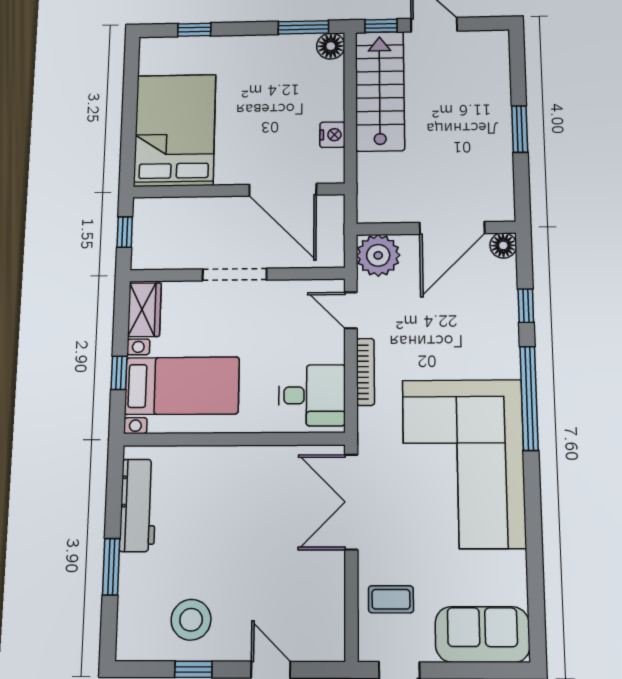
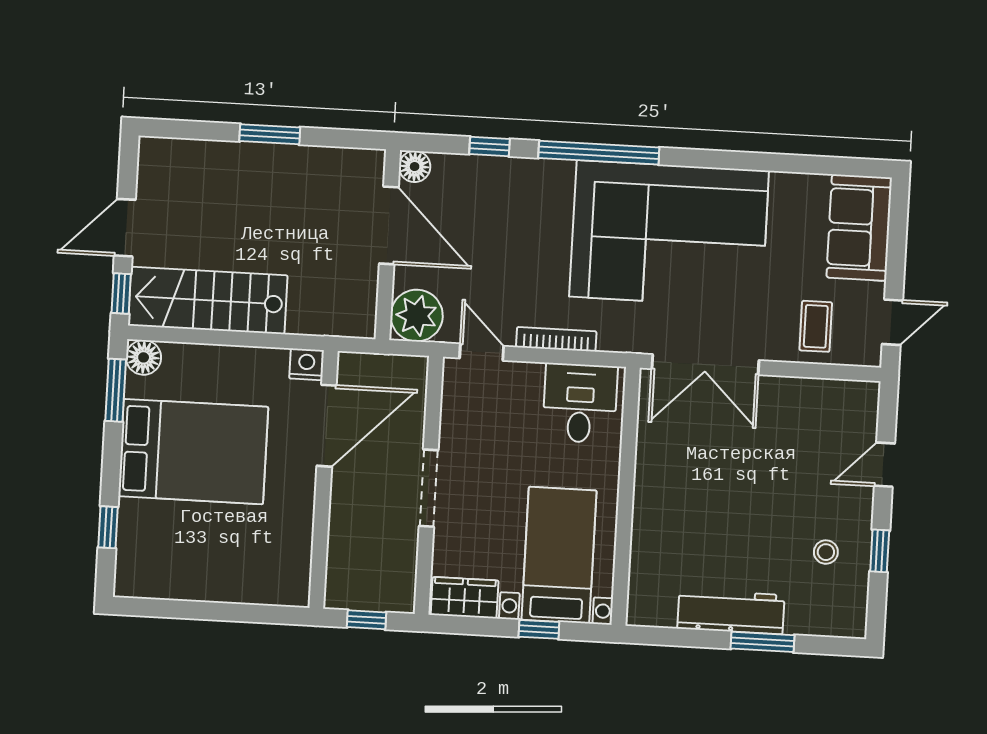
bed: (175, 130) -> (193, 452), moved, turned 180
nightstand: (332, 135) -> (307, 364), moved
door: (351, 310) -> (482, 352), swing flipped
workbench: (138, 505) -> (731, 612), moved
stool: (191, 620) -> (826, 552), width x0.53, depth x0.53

